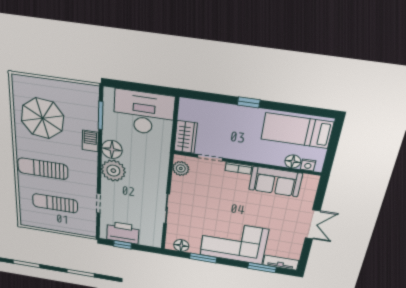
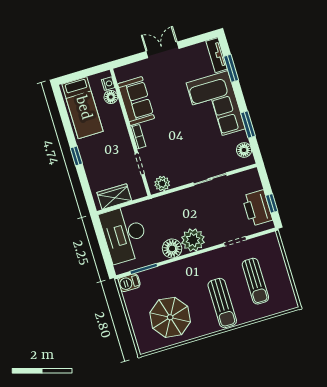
wardrobe: (186, 137) -> (114, 197), moved
barbecue: (90, 141) -> (129, 283), moved

